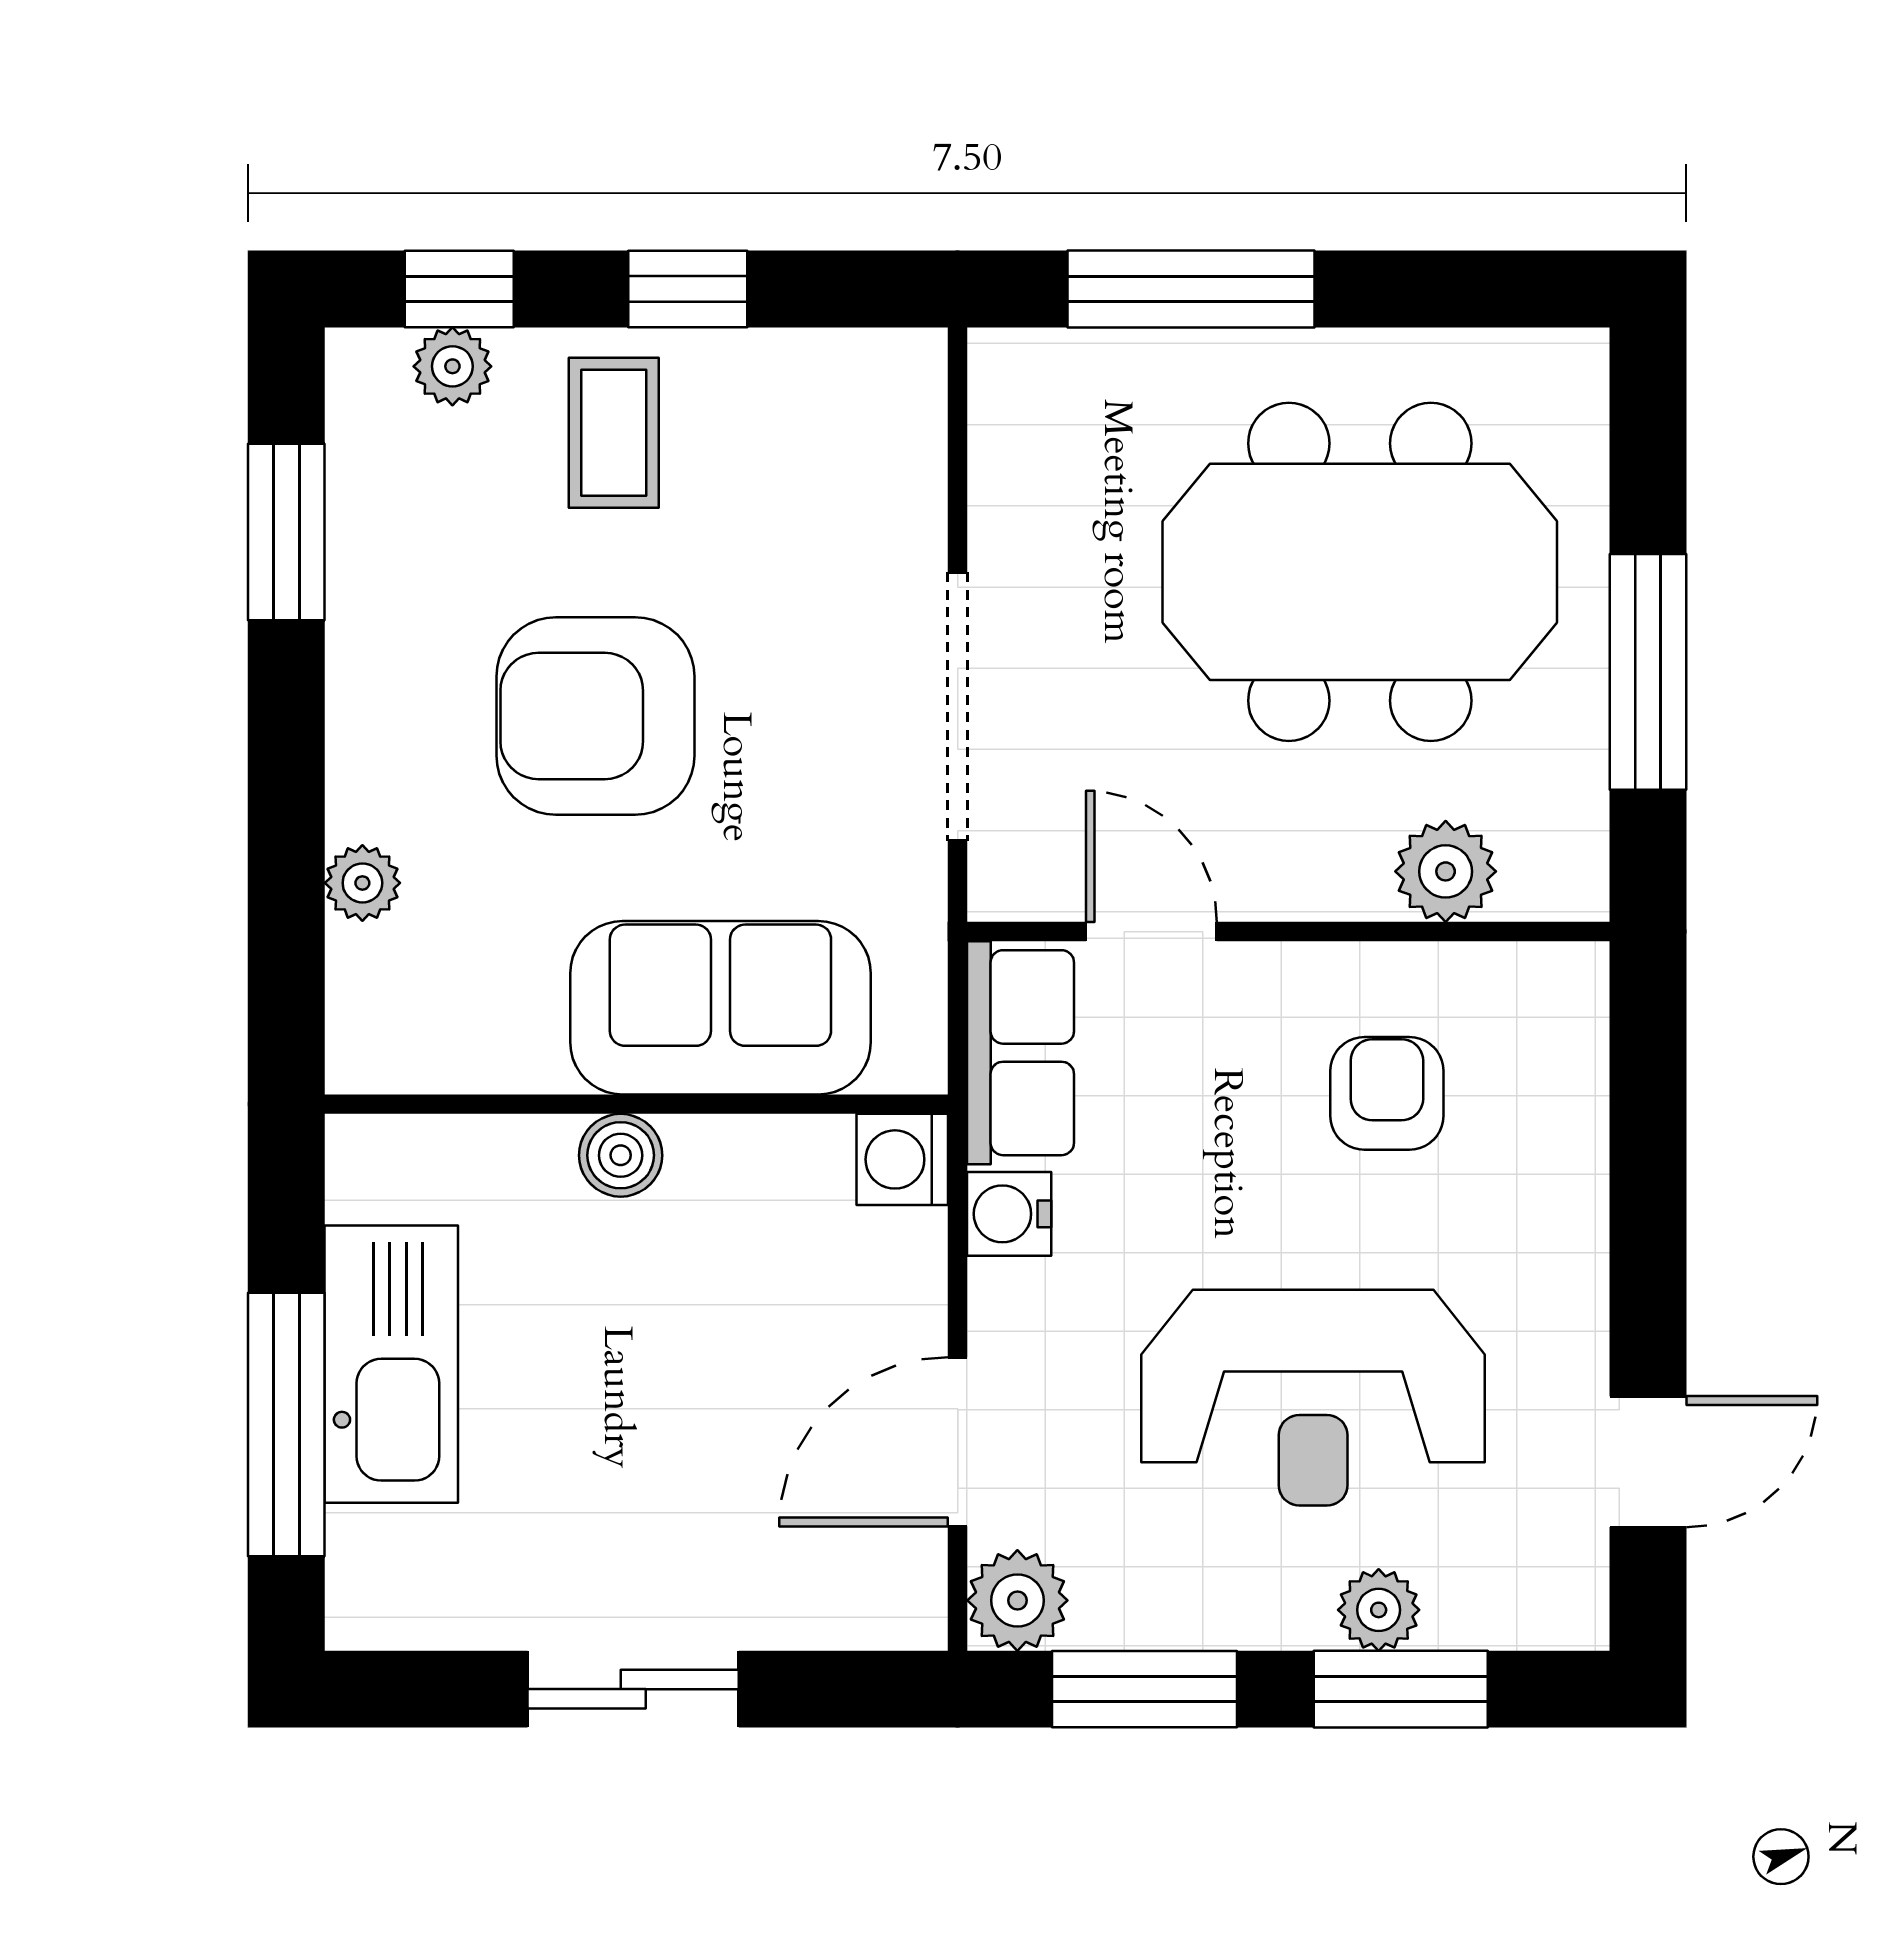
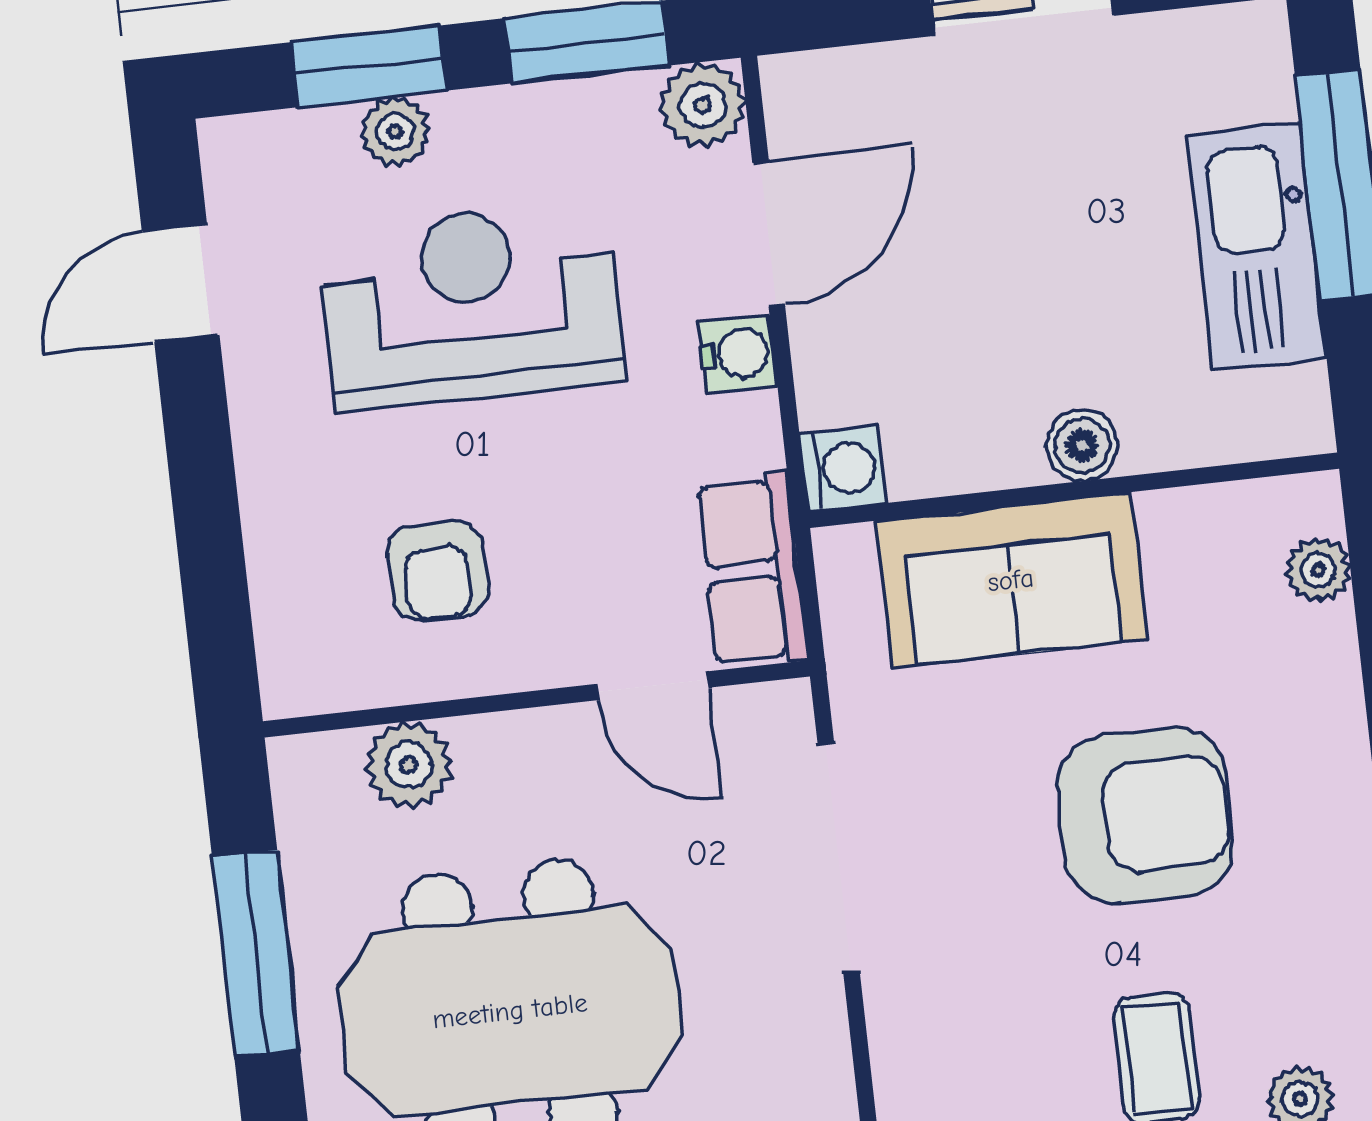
plant: (362, 883) -> (1318, 570), moved
water cooler: (1009, 1214) -> (738, 354), moved

